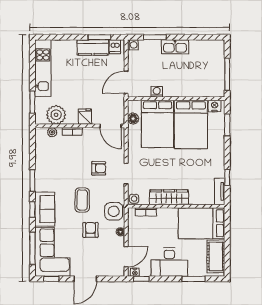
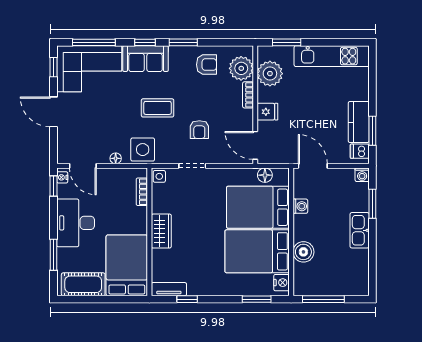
boiler: (191, 89) -> (303, 252), added
door: (111, 126) -> (255, 145), hinge flipped
plant: (52, 132) -> (241, 68), width x1.88, depth x1.88
wardrobe: (169, 197) -> (161, 231), width x0.67
armchair: (91, 230) -> (206, 65), moved

